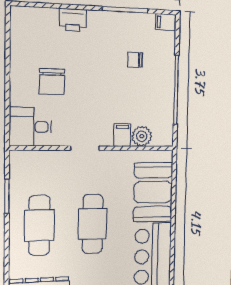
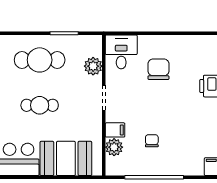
chair: (135, 60) -> (152, 141), moved
chair: (52, 81) -> (158, 69), turned 90
plant: (47, 161) -> (93, 66), added
cafe table: (93, 224) -> (40, 105), width x0.73, depth x0.74

